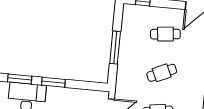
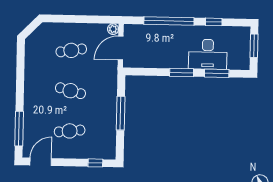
cafe table: (162, 73) -> (70, 91), turned 39

